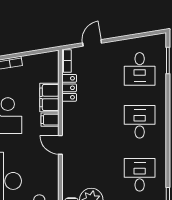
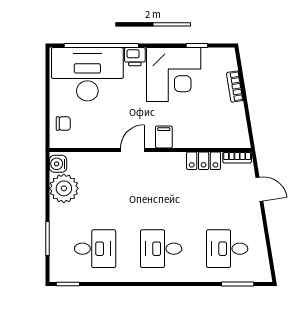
filing cabinet: (49, 97) -> (192, 136), removed
desk: (140, 122) -> (161, 249), turned 180

